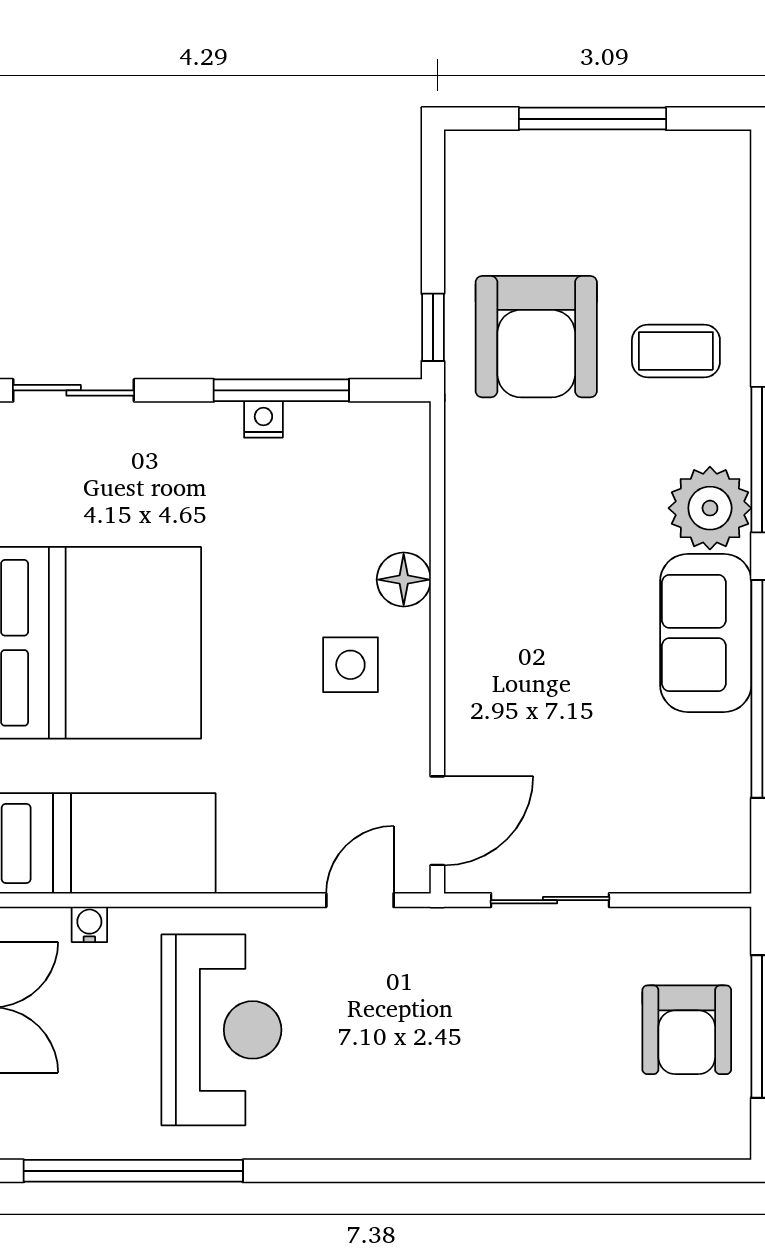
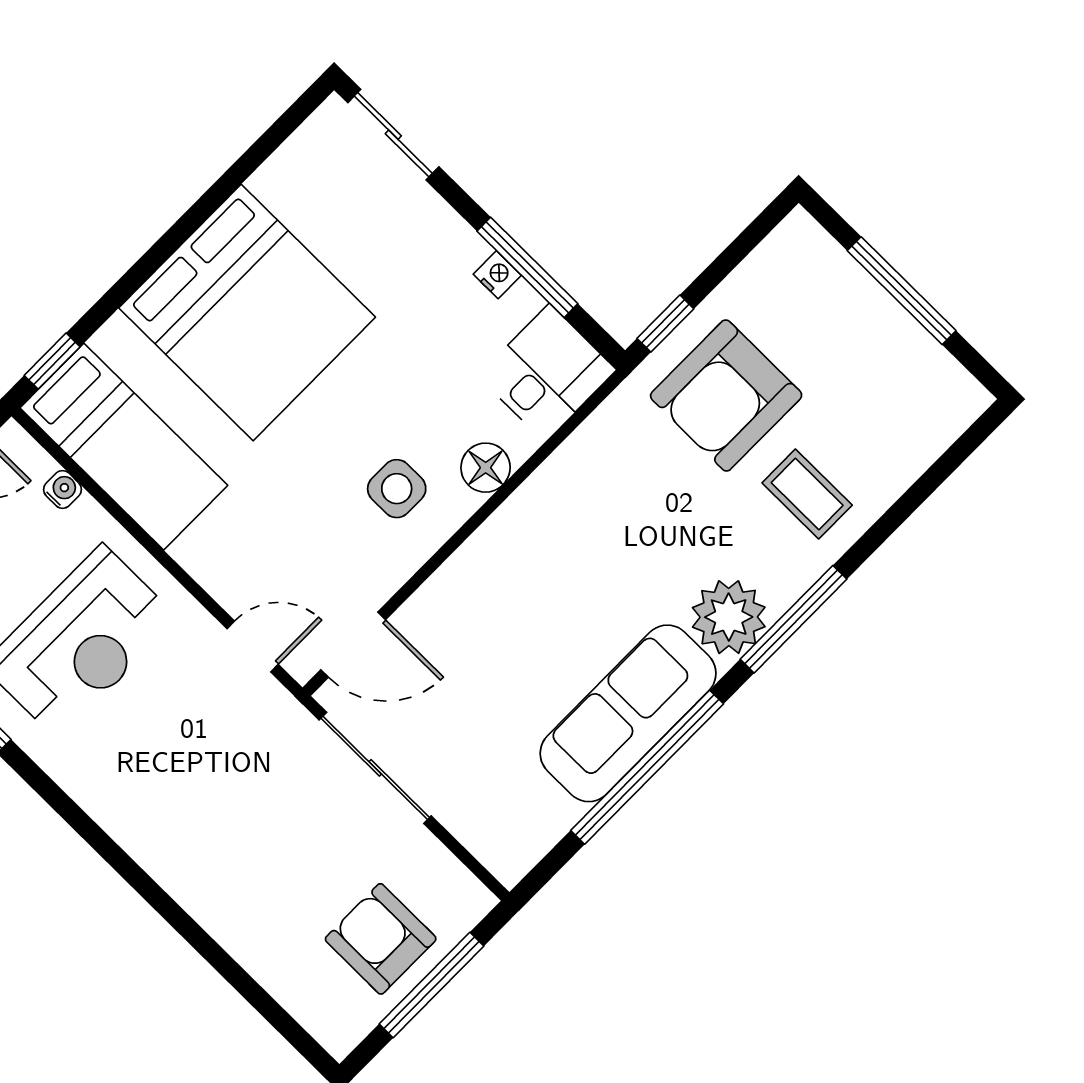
desk: (378, 458) -> (547, 373), added
sofa: (706, 633) -> (628, 713), width x1.36
sliding door: (550, 900) -> (375, 768), width x1.37
armchair: (687, 1030) -> (381, 939), turned 90

